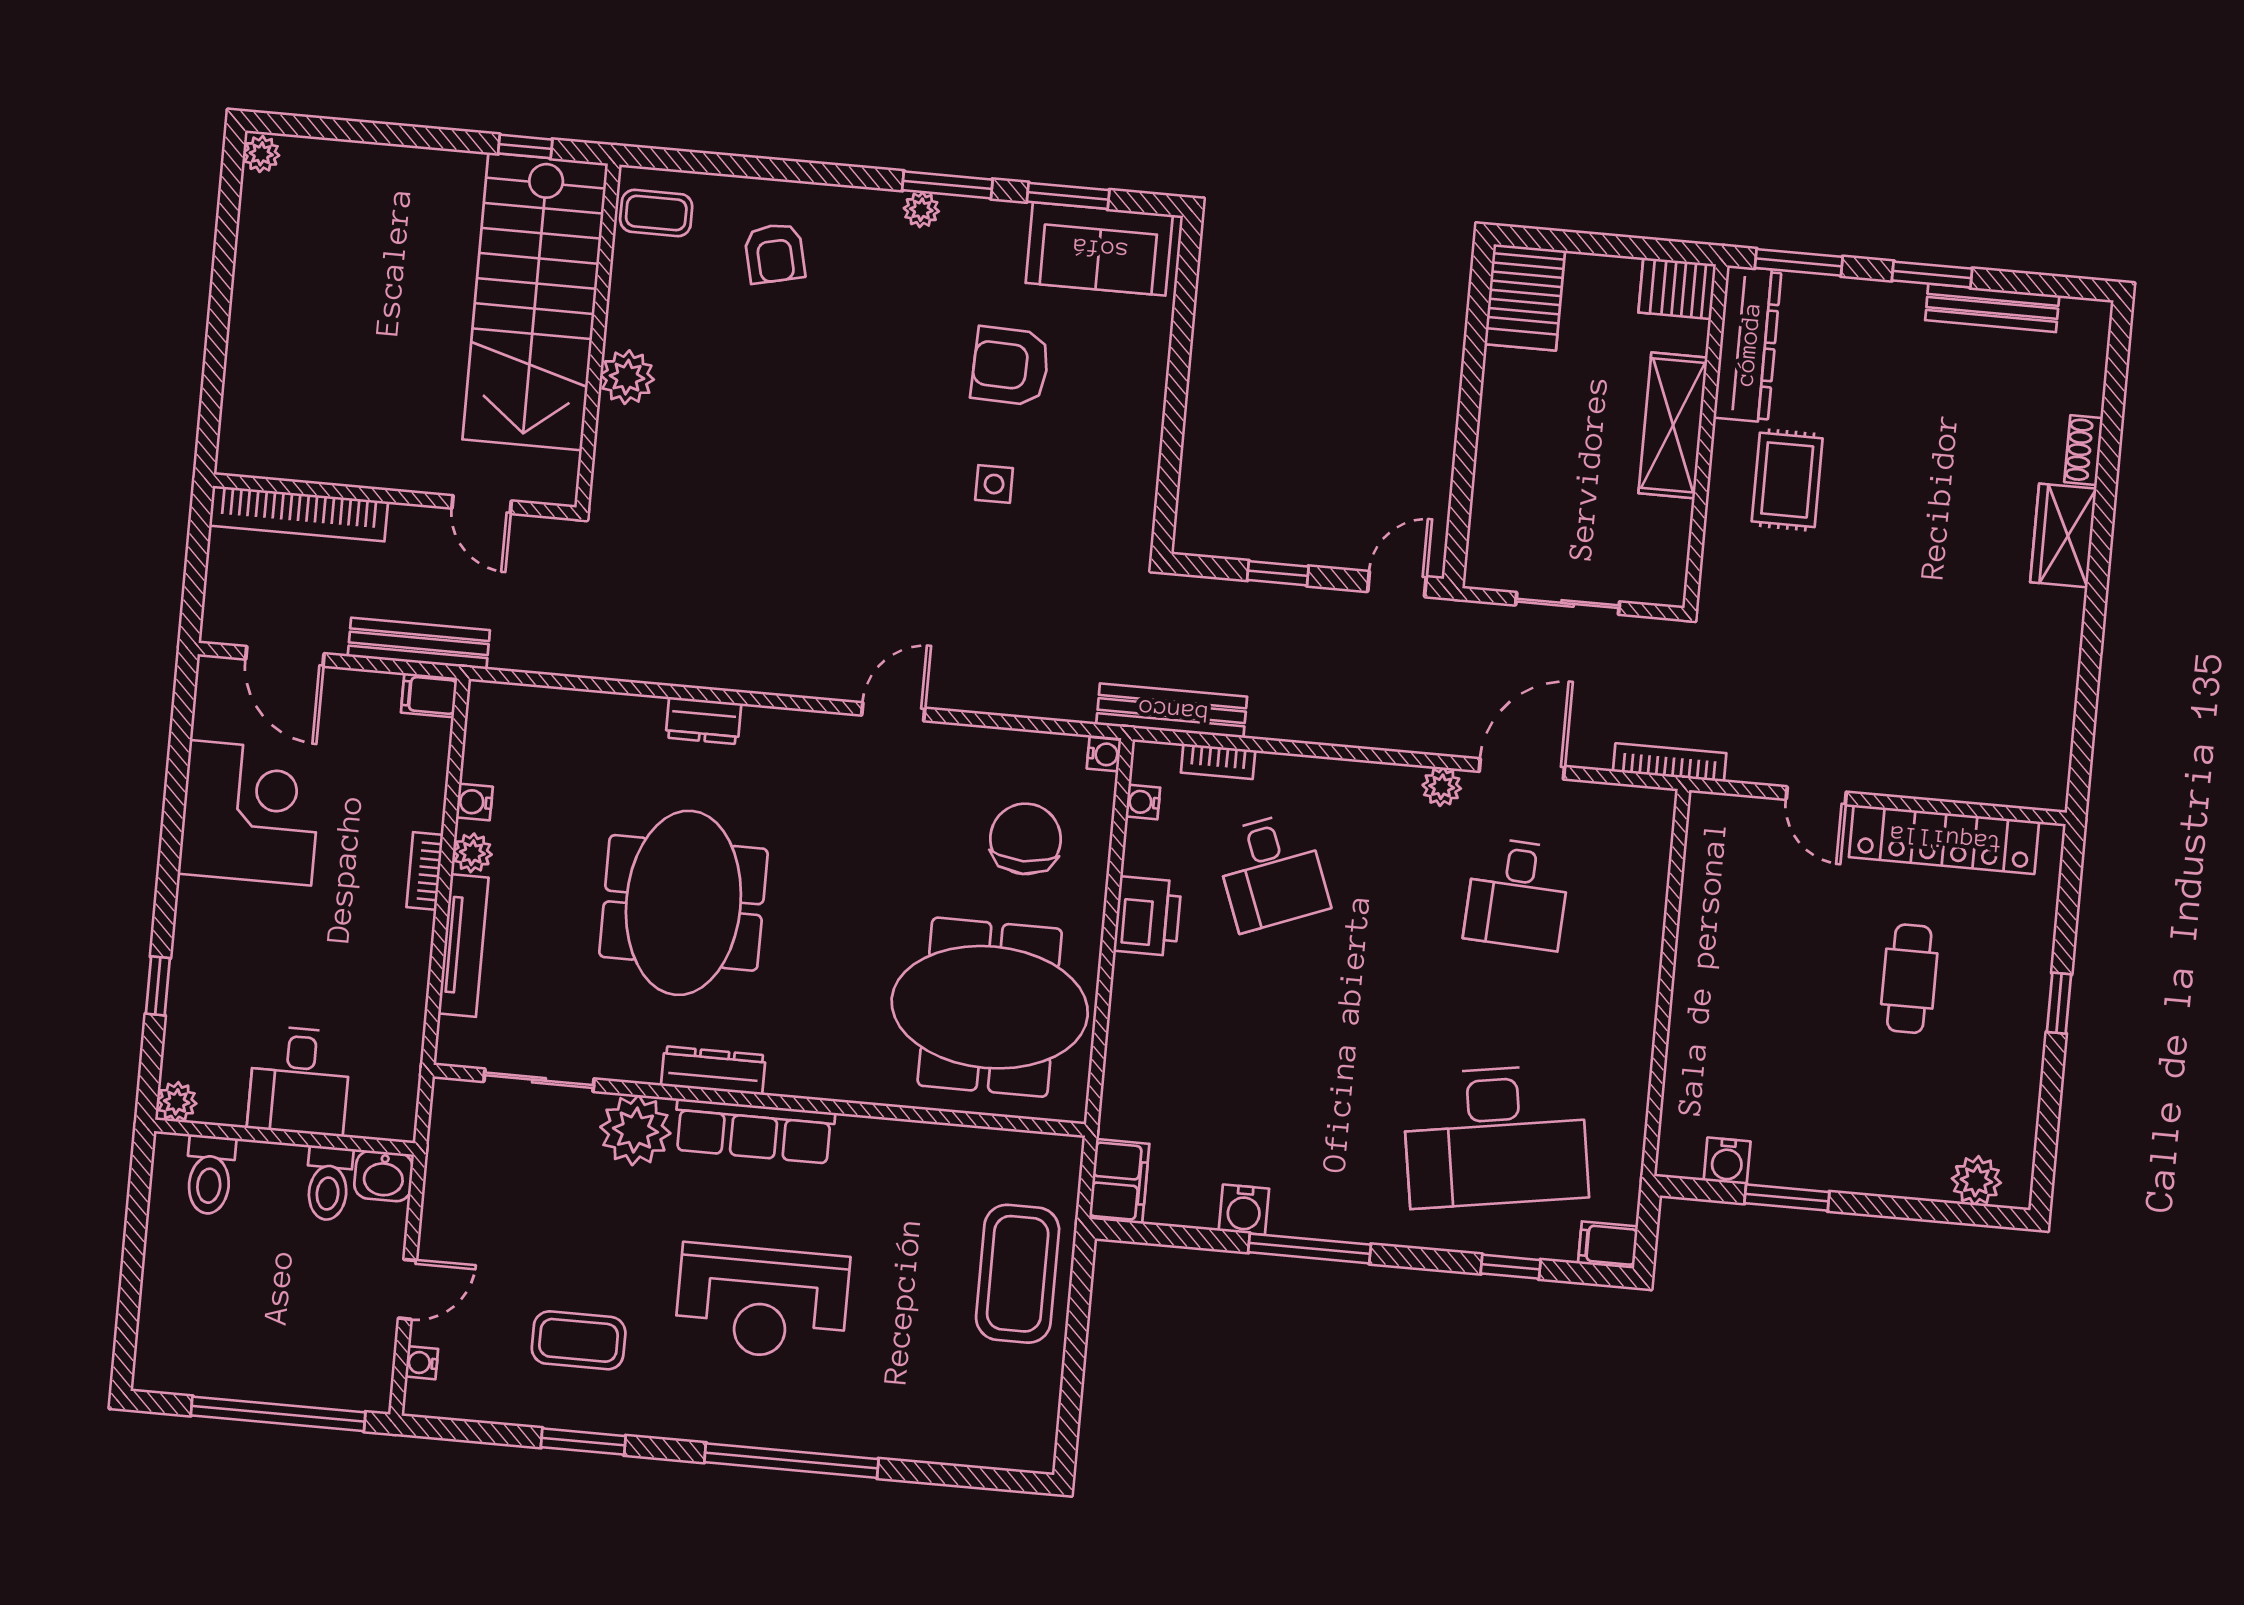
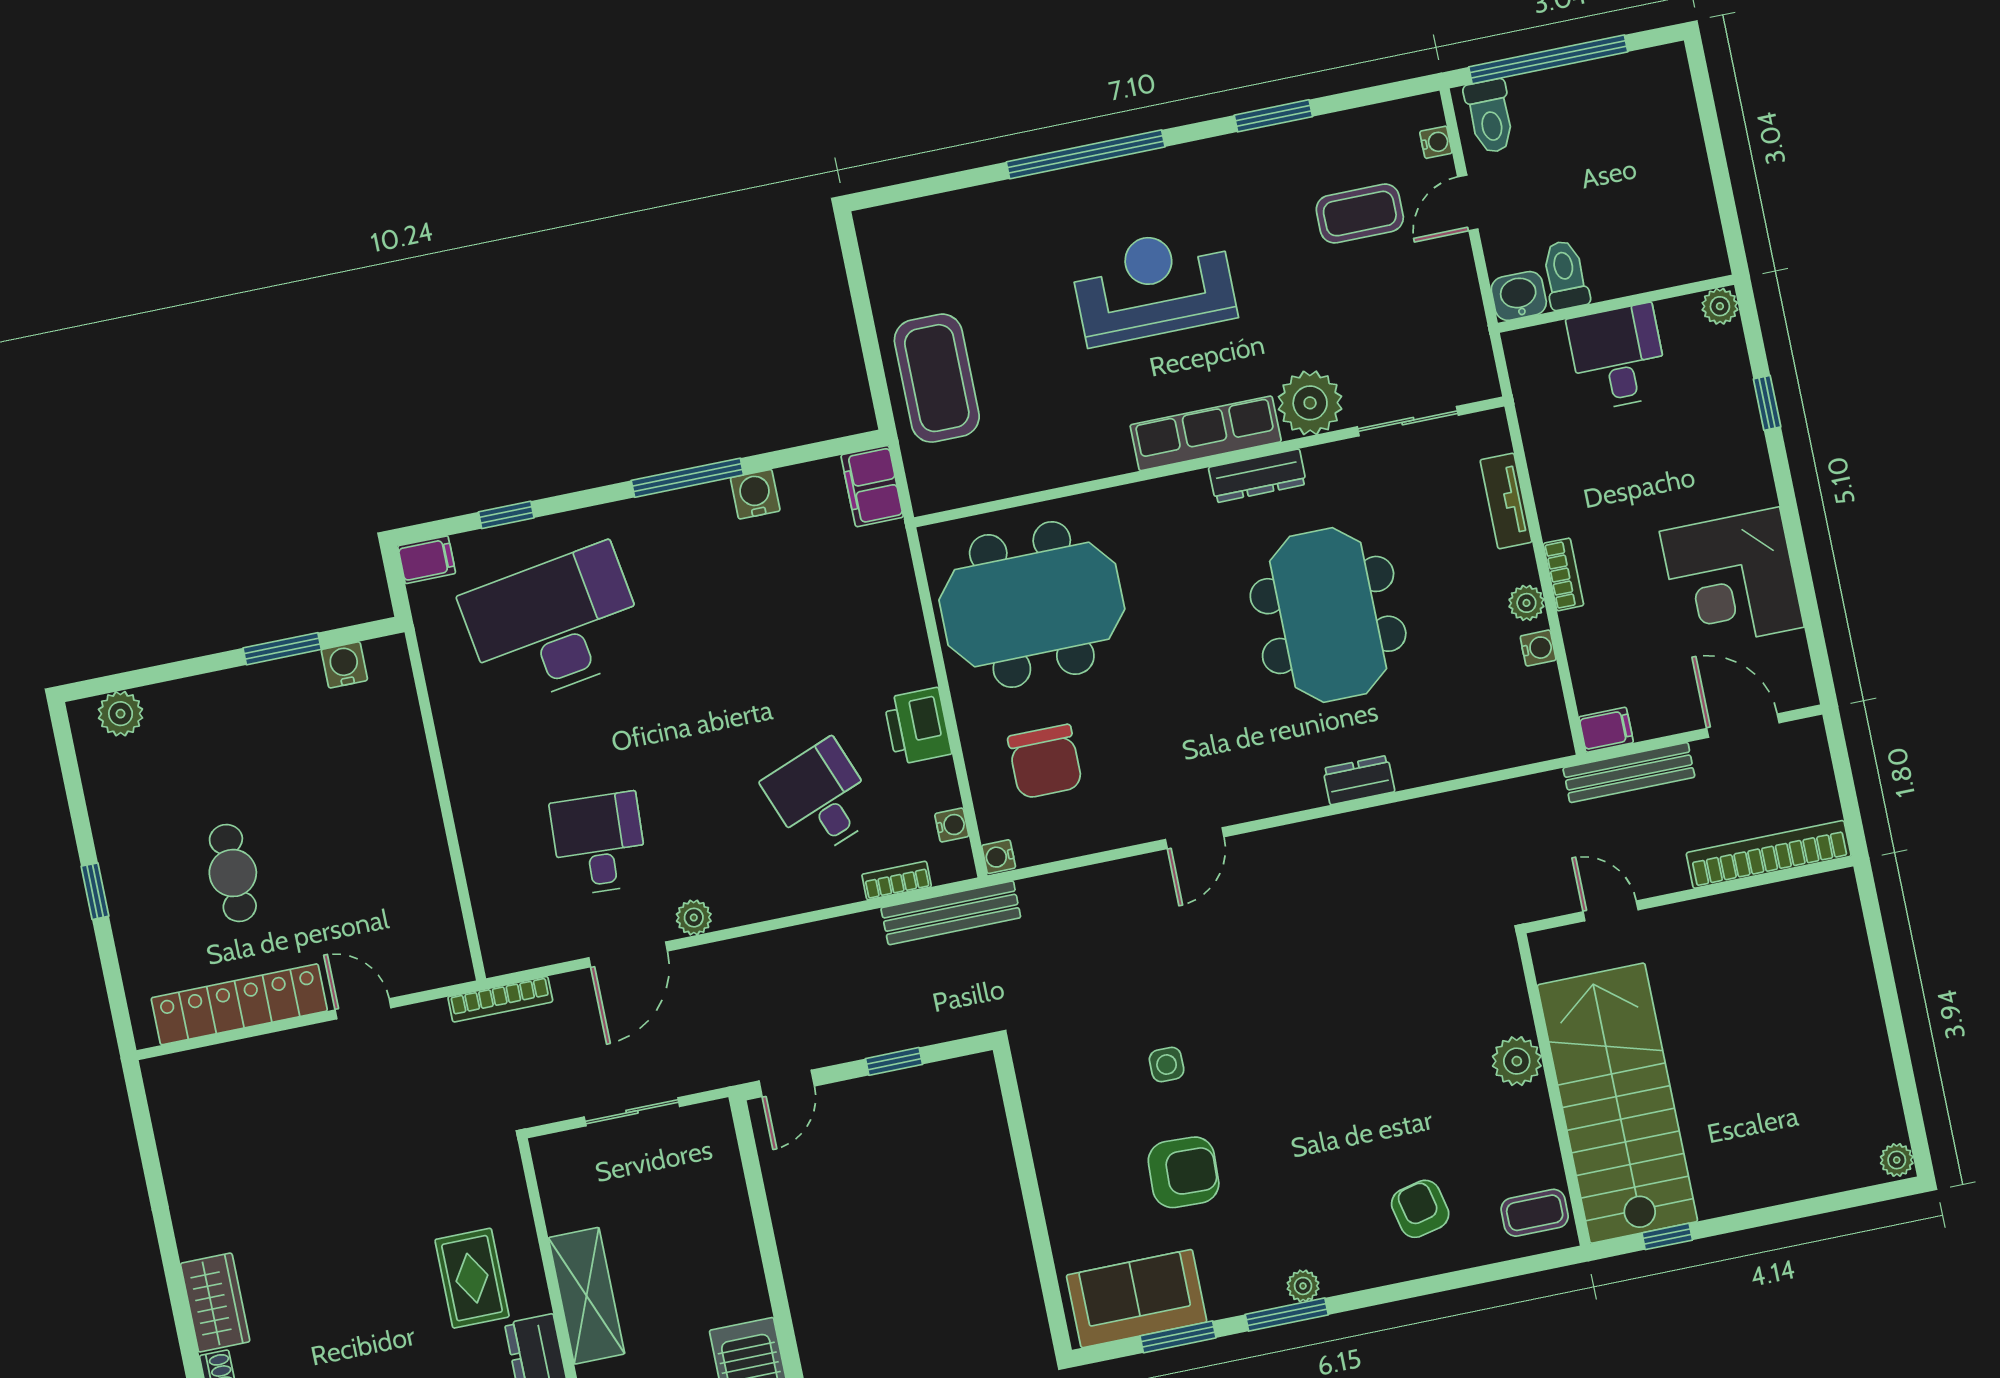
tv unit: (463, 946) -> (1506, 501), width x0.71
toilet: (210, 1175) -> (1490, 116), moved, turned 180
coffee table: (579, 1340) -> (1360, 214), moved

